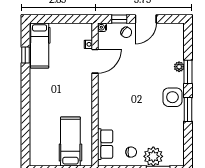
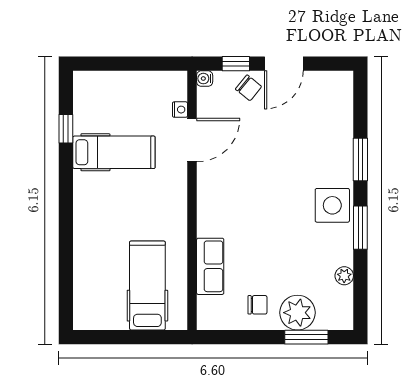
hospital bed: (40, 46) -> (114, 152), moved, turned -90
plant: (179, 67) -> (344, 276), moved
row of seats: (105, 144) -> (210, 266), moved

